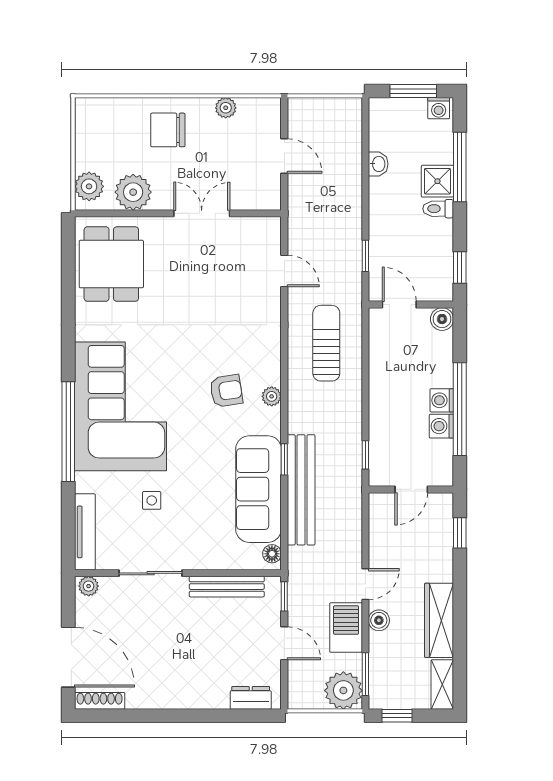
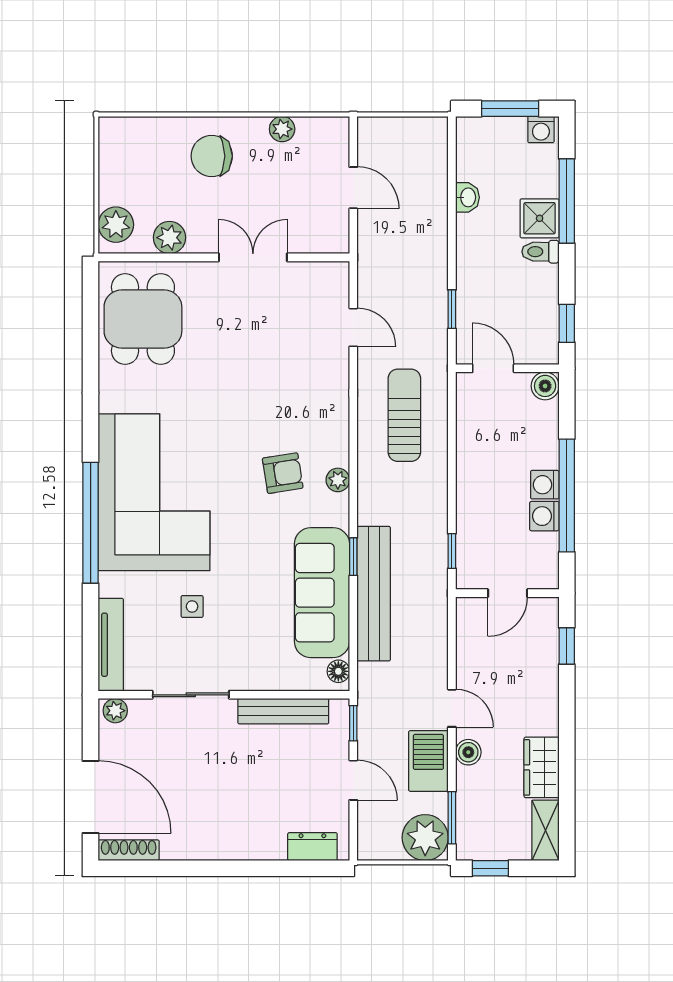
plant: (133, 192) -> (169, 238), width x0.73, depth x0.73
door: (365, 584) -> (452, 708), hinge flipped
wardrobe: (439, 620) -> (542, 767), width x0.67

